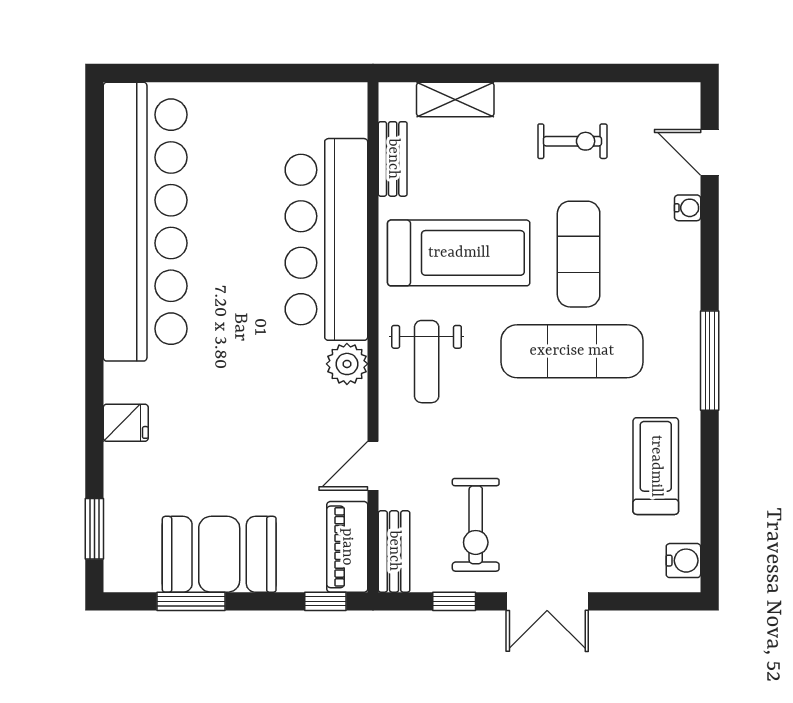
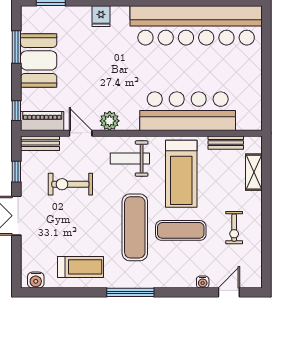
plant: (347, 364) -> (110, 121), moved
exercise bike: (476, 525) -> (70, 184), moved

